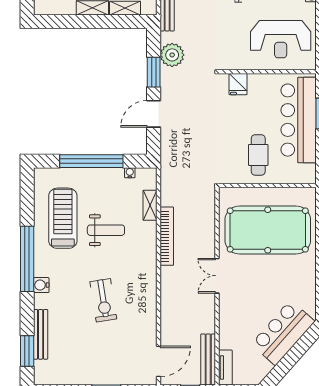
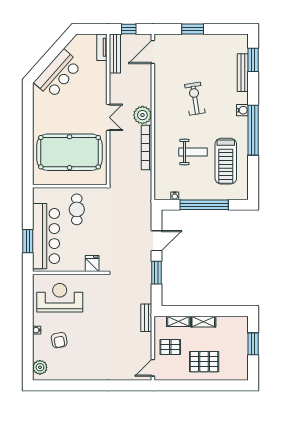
plant: (172, 55) -> (142, 115), moved
shelving: (150, 205) -> (159, 171), removed
weight bench: (106, 230) -> (193, 152), turned 180

